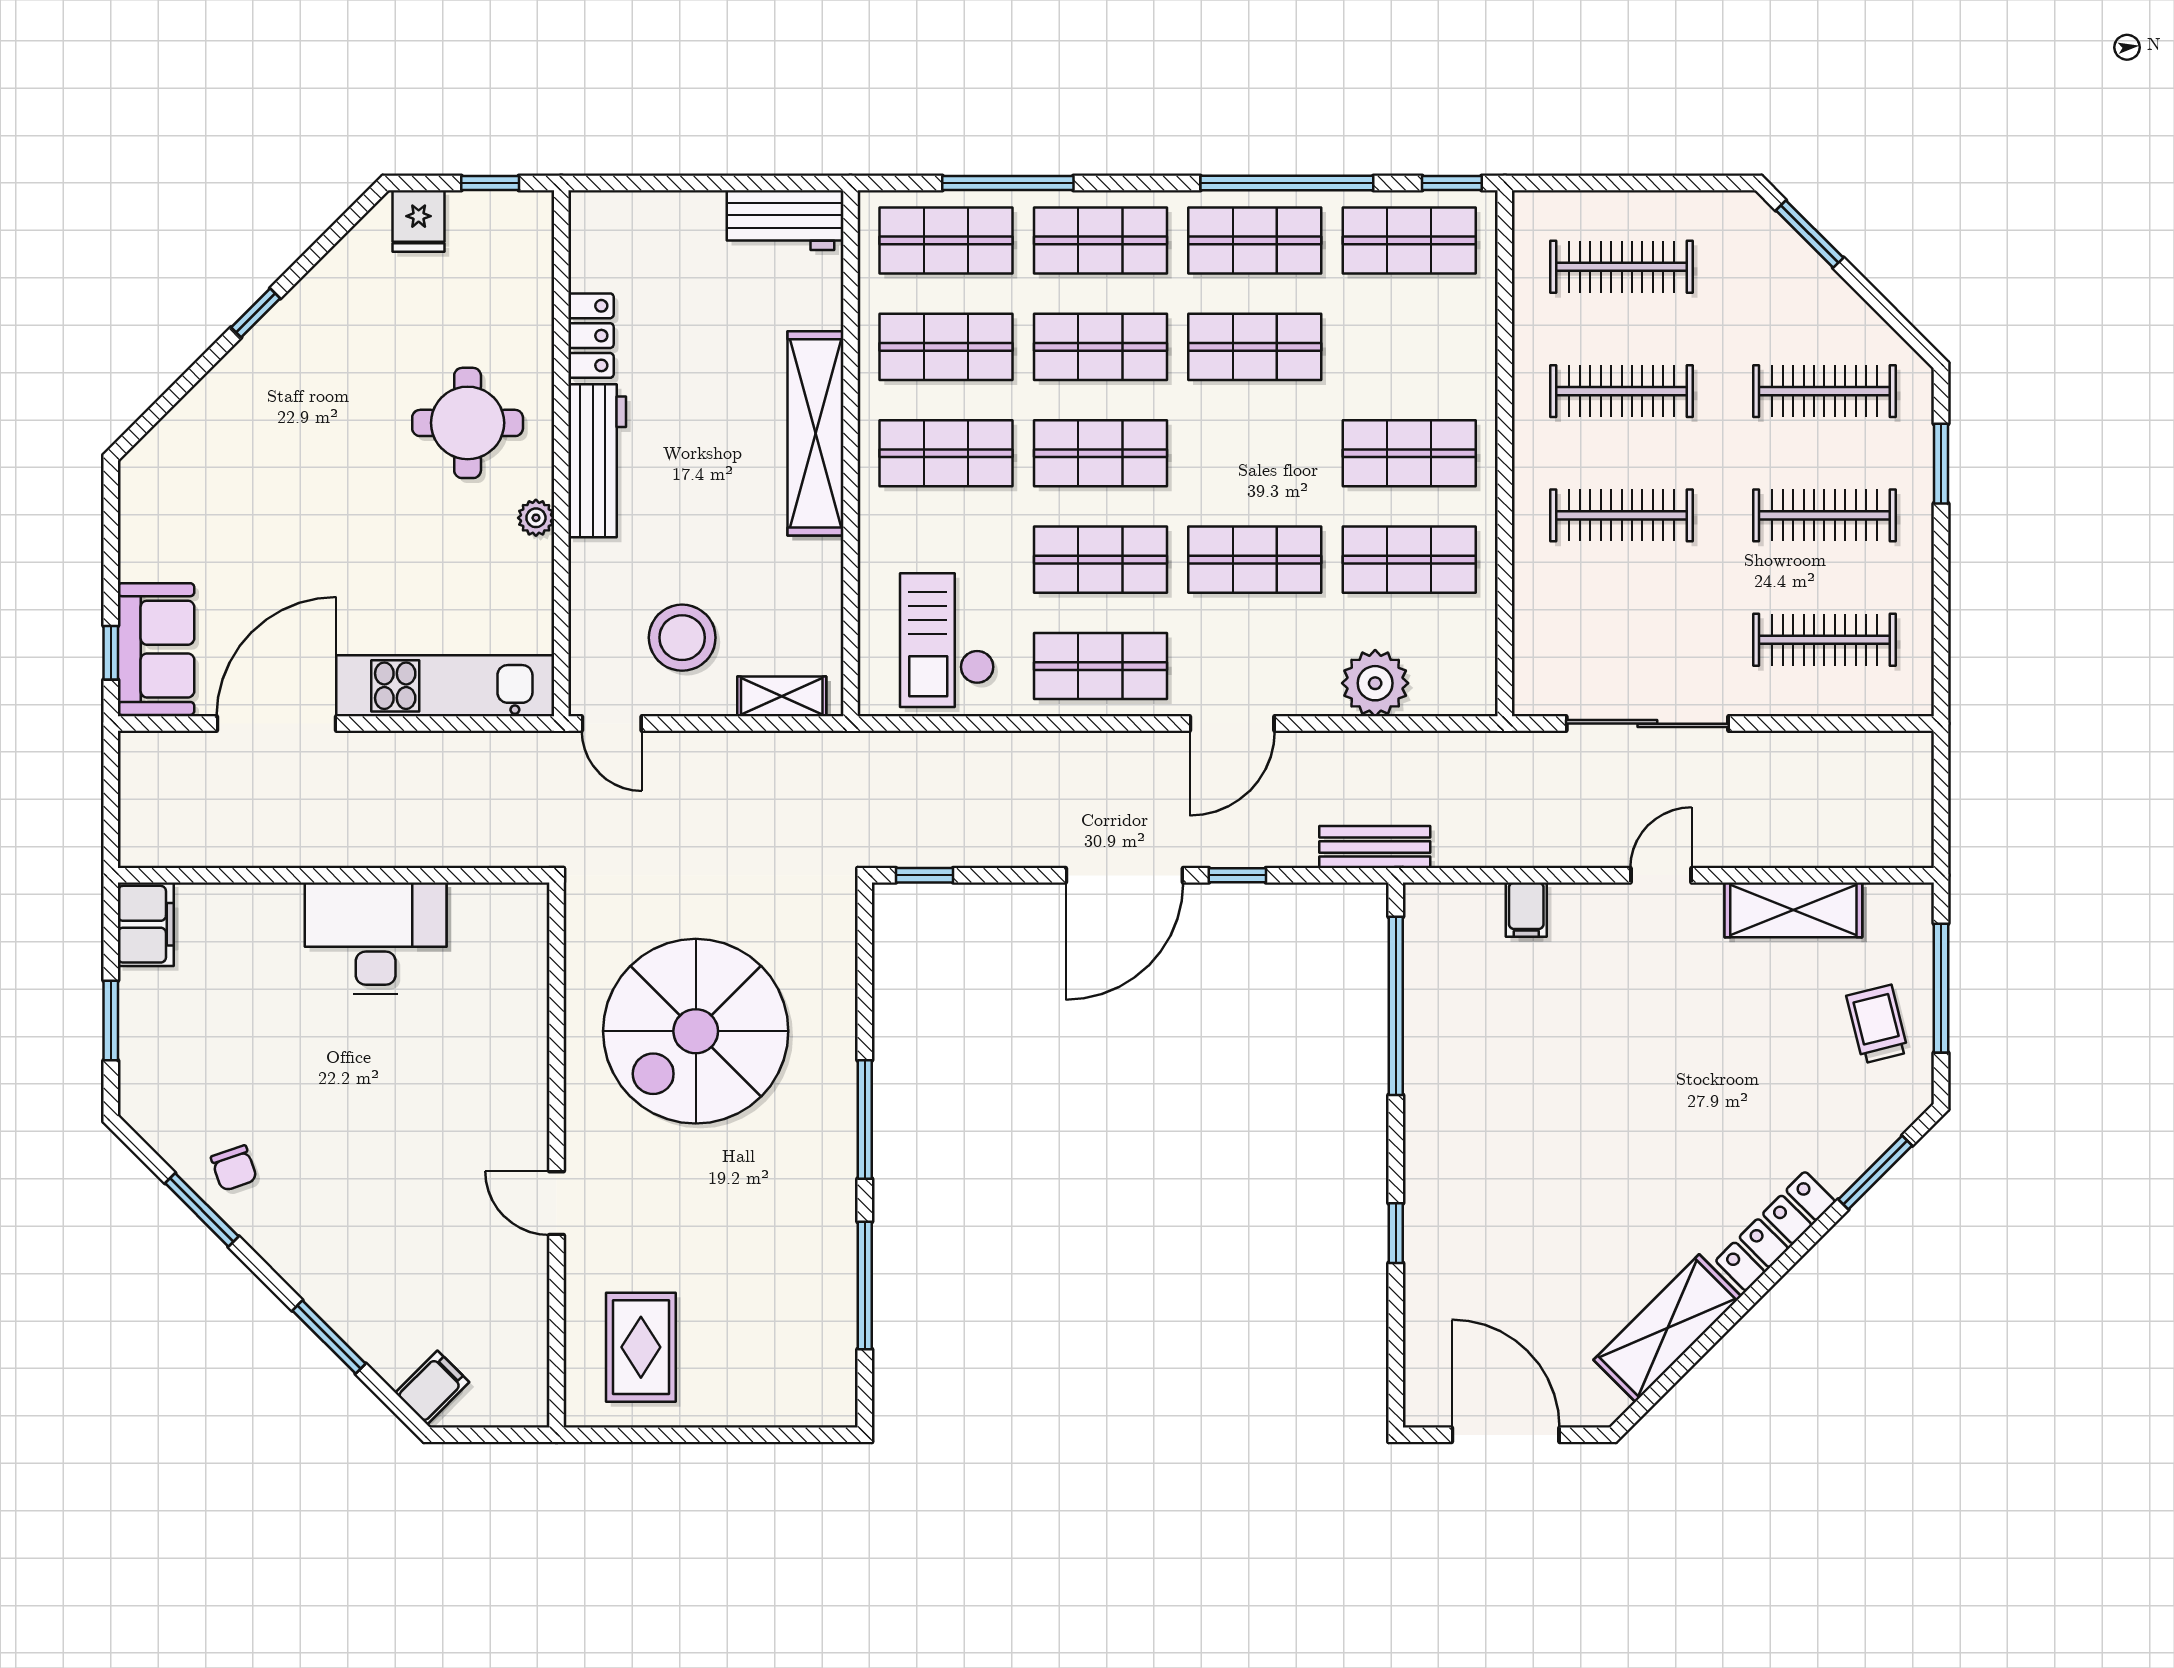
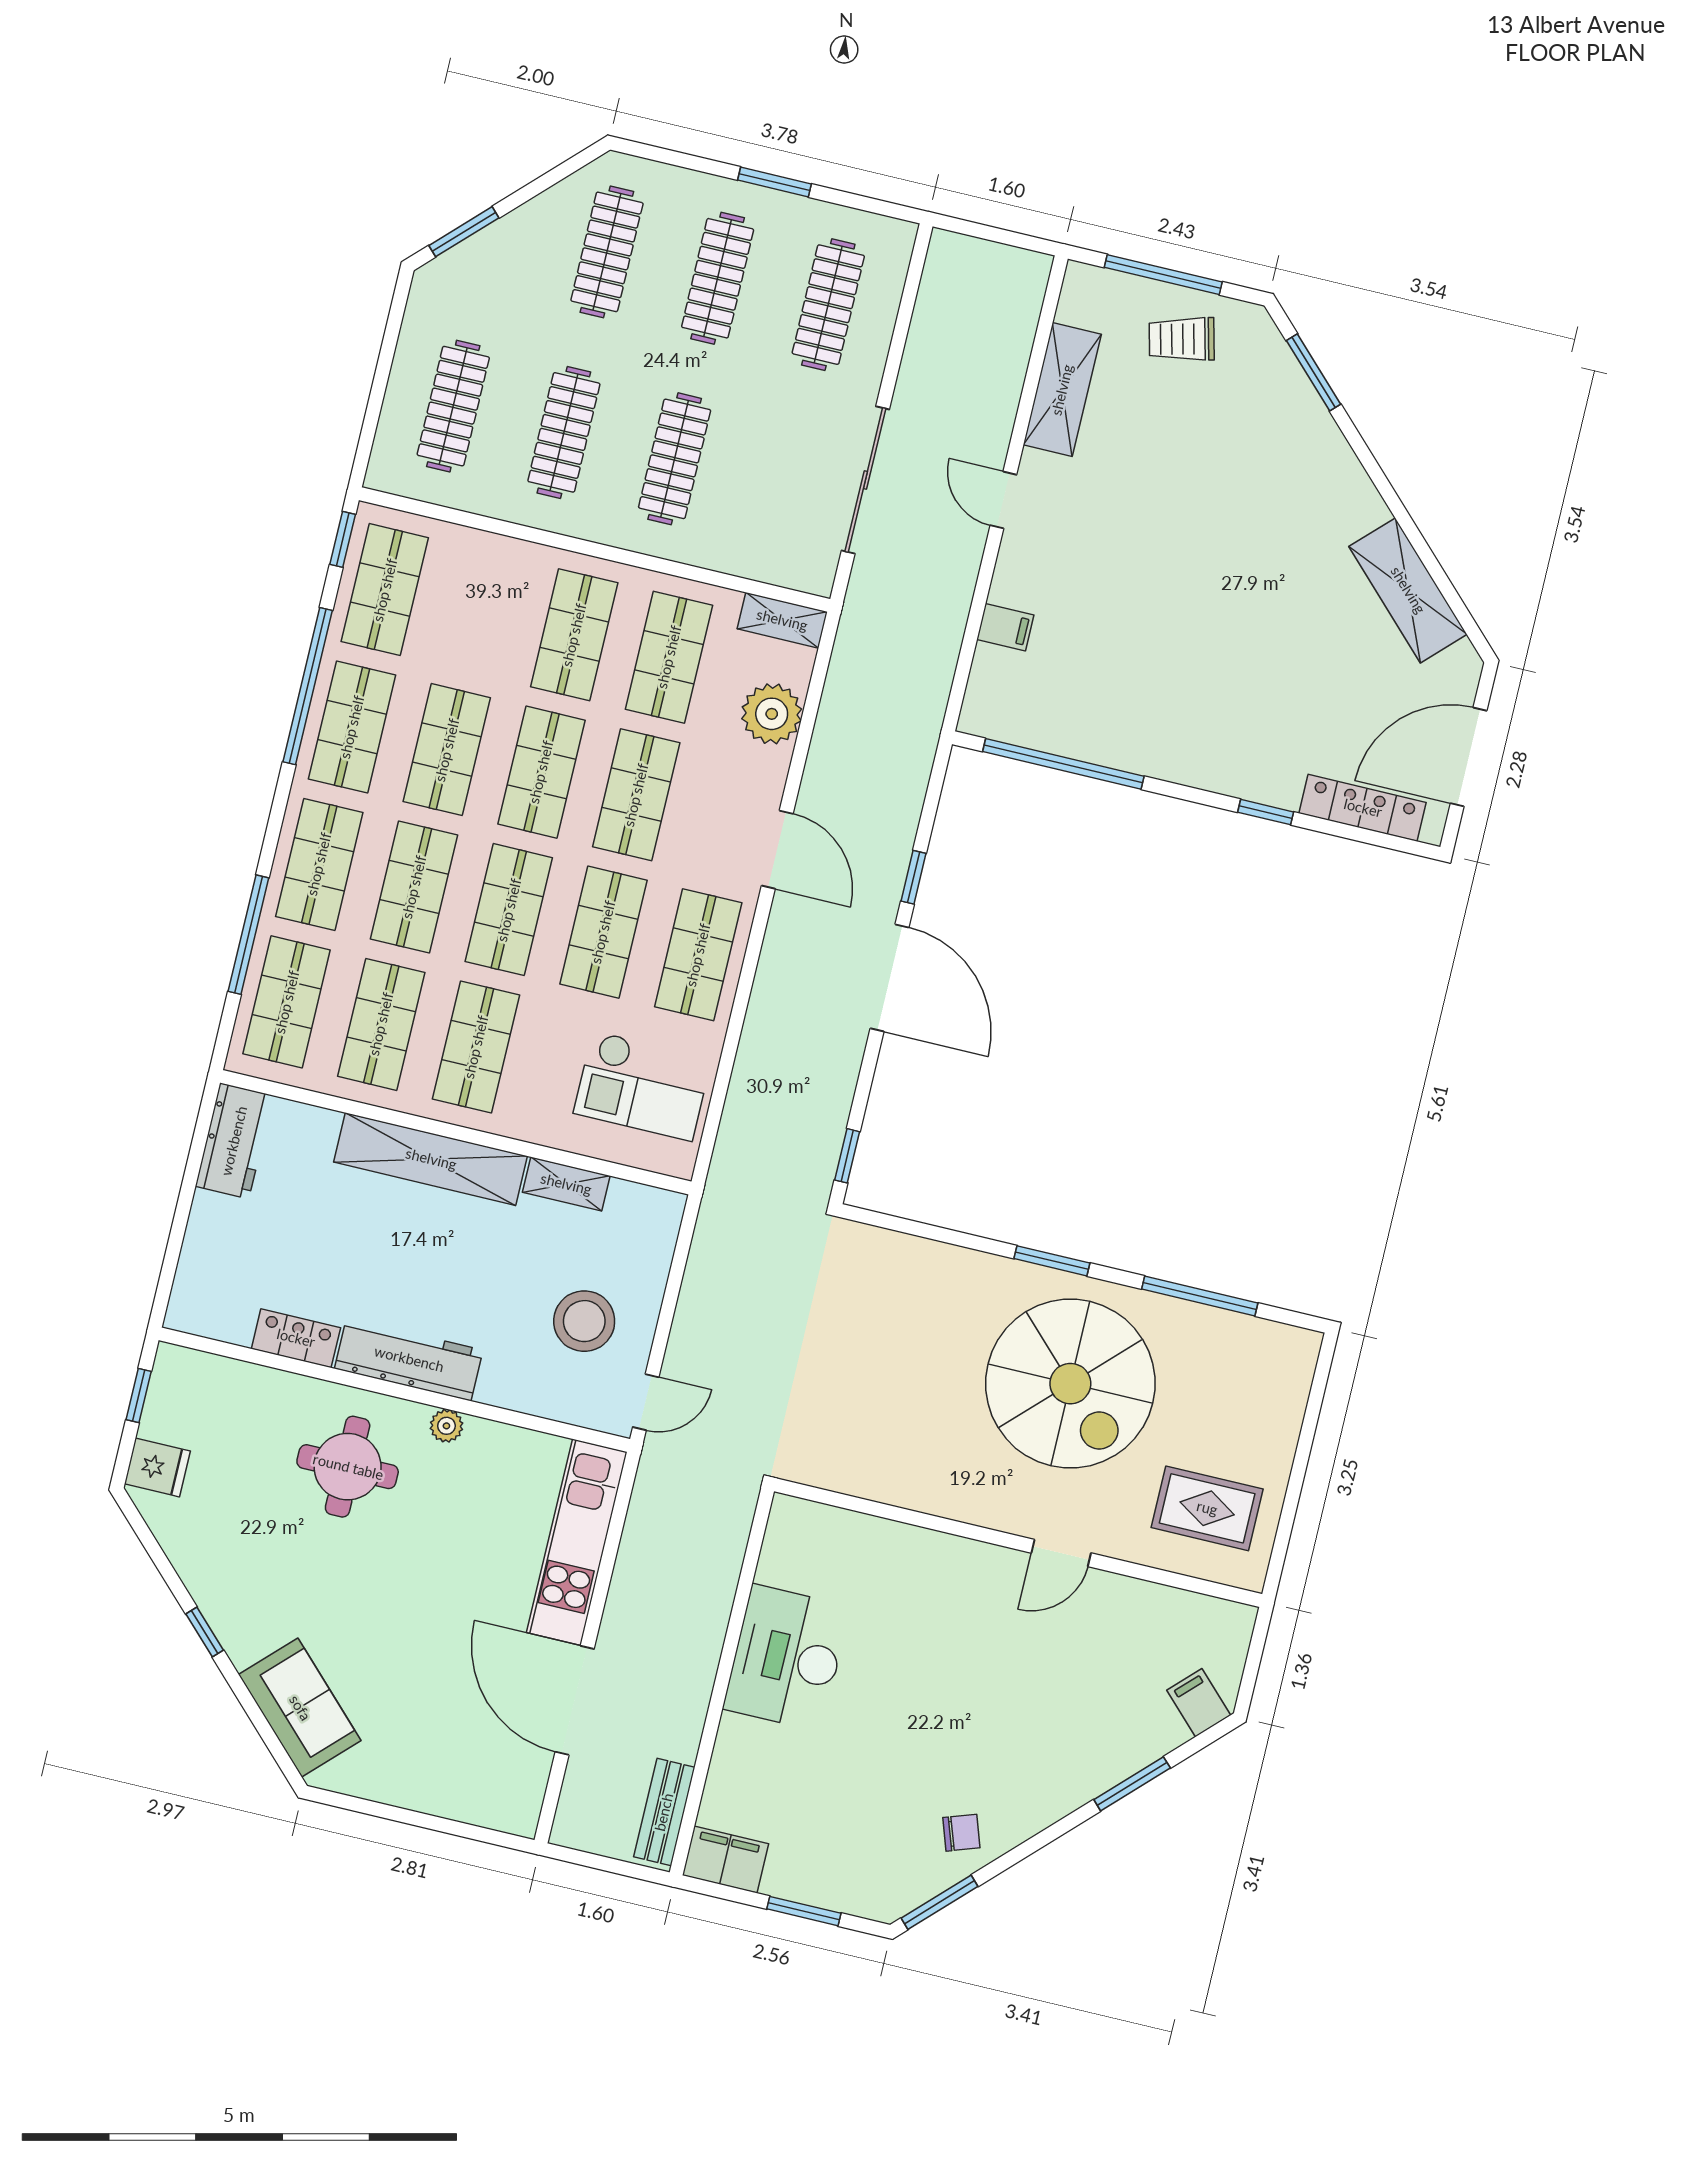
shop shelf: (1255, 453) -> (541, 772), added
window: (1941, 464) -> (774, 182), moved
sofa: (156, 649) -> (300, 1708), moved, turned 45
window: (111, 653) -> (476, 1833), removed
shelving: (1477, 671) -> (782, 620), added
shelving: (782, 696) -> (566, 1184), moved, turned 90
bench: (1375, 847) -> (664, 1812), moved
spiral stairs: (696, 1031) -> (1070, 1384), moved
window: (865, 1120) -> (1052, 1261), width x0.69
window: (202, 1210) -> (940, 1902), moved
locker: (1775, 1231) -> (1363, 808), moved, turned 135

